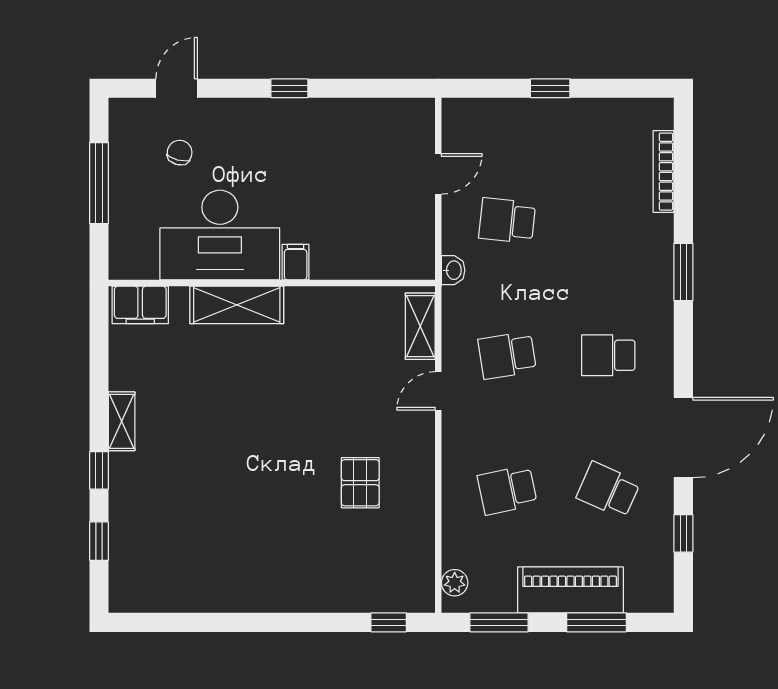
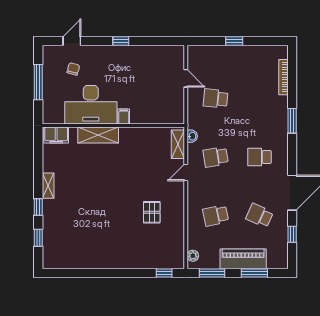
door: (438, 174) -> (186, 78), hinge flipped
washbasin: (453, 270) -> (192, 136), moved

